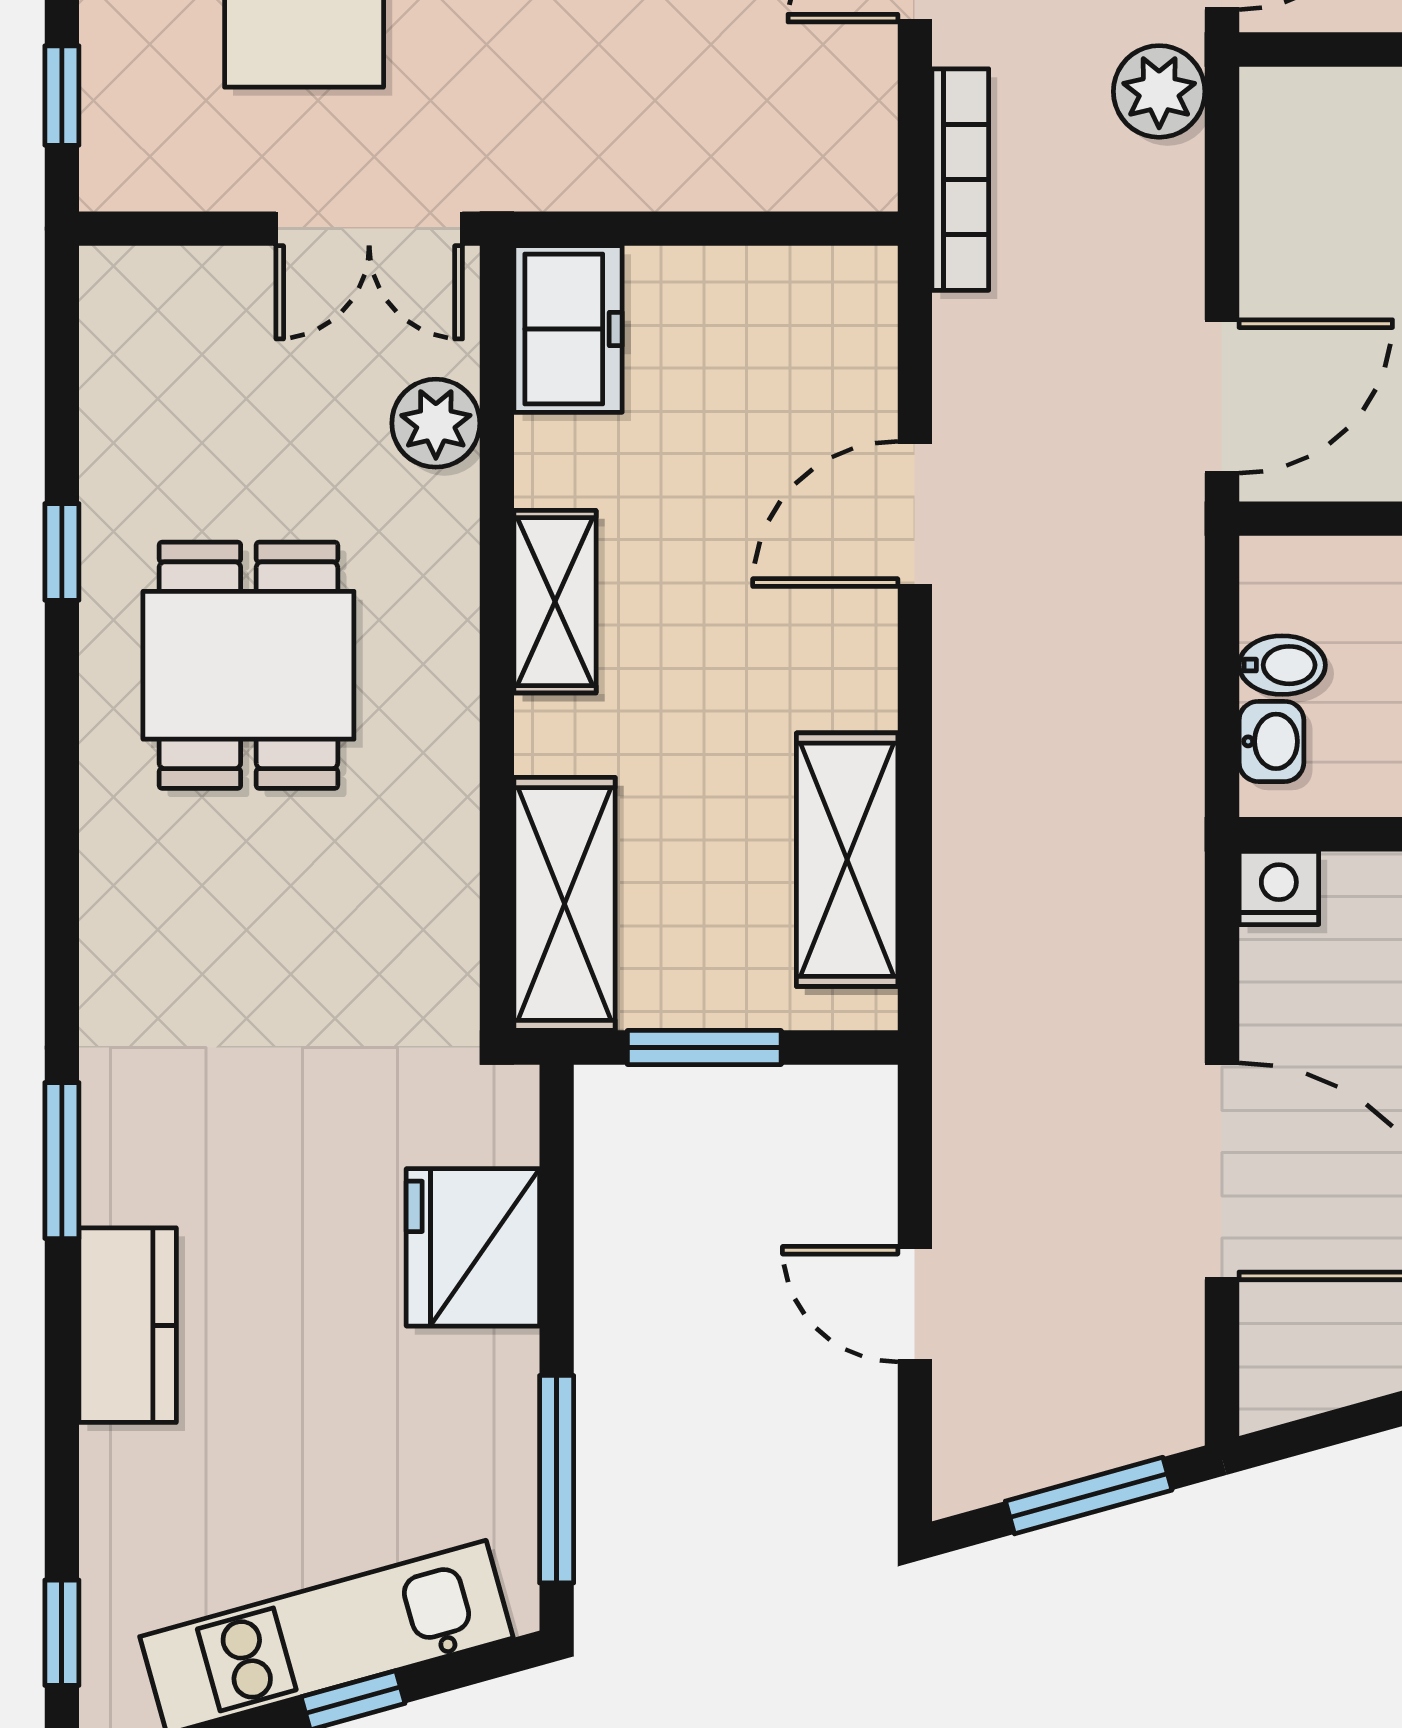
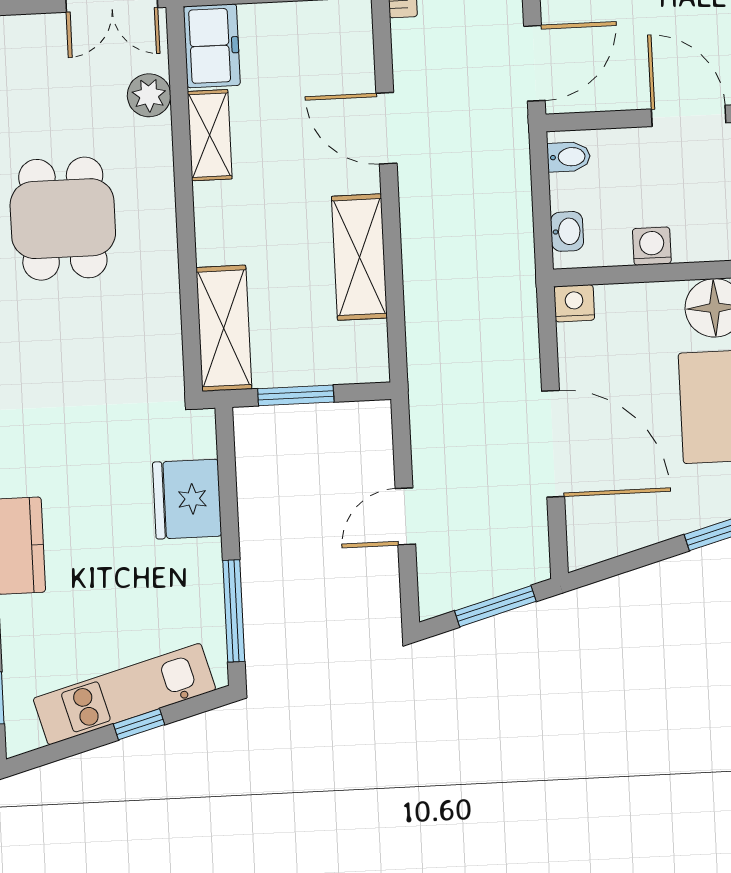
door: (915, 514) -> (386, 128), hinge flipped
shelving: (555, 602) -> (210, 135), moved
bidet: (1282, 665) -> (569, 157), moved
shelving: (847, 860) -> (359, 257), moved
door: (915, 1304) -> (405, 516), hinge flipped

